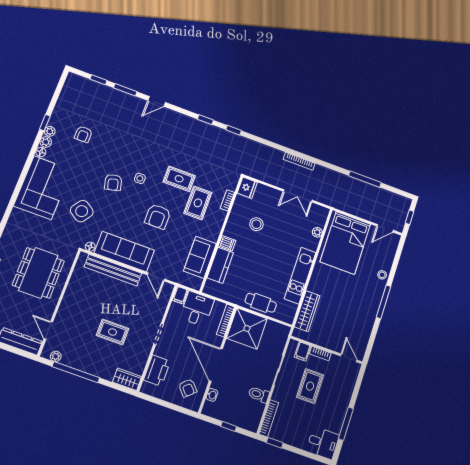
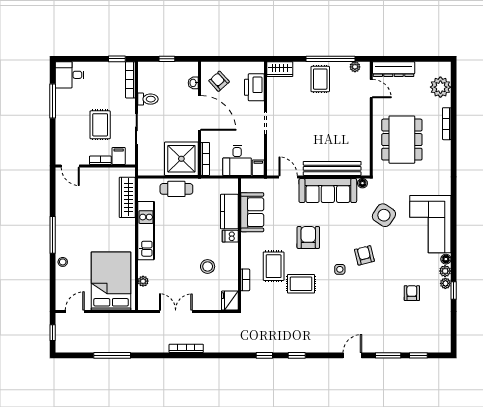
rug: (113, 332) -> (320, 79), moved, turned 90

